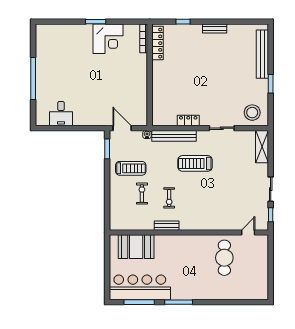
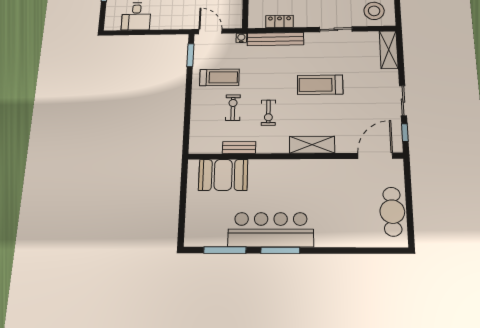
locker: (188, 121) -> (279, 21), moved
treadmill: (195, 163) -> (320, 85), moved
shelving: (202, 224) -> (312, 145), added
bench: (167, 226) -> (239, 148), moved
door: (248, 233) -> (375, 156), width x1.87
cafe table: (224, 258) -> (392, 212), moved
bar counter: (140, 287) -> (271, 230), moved

